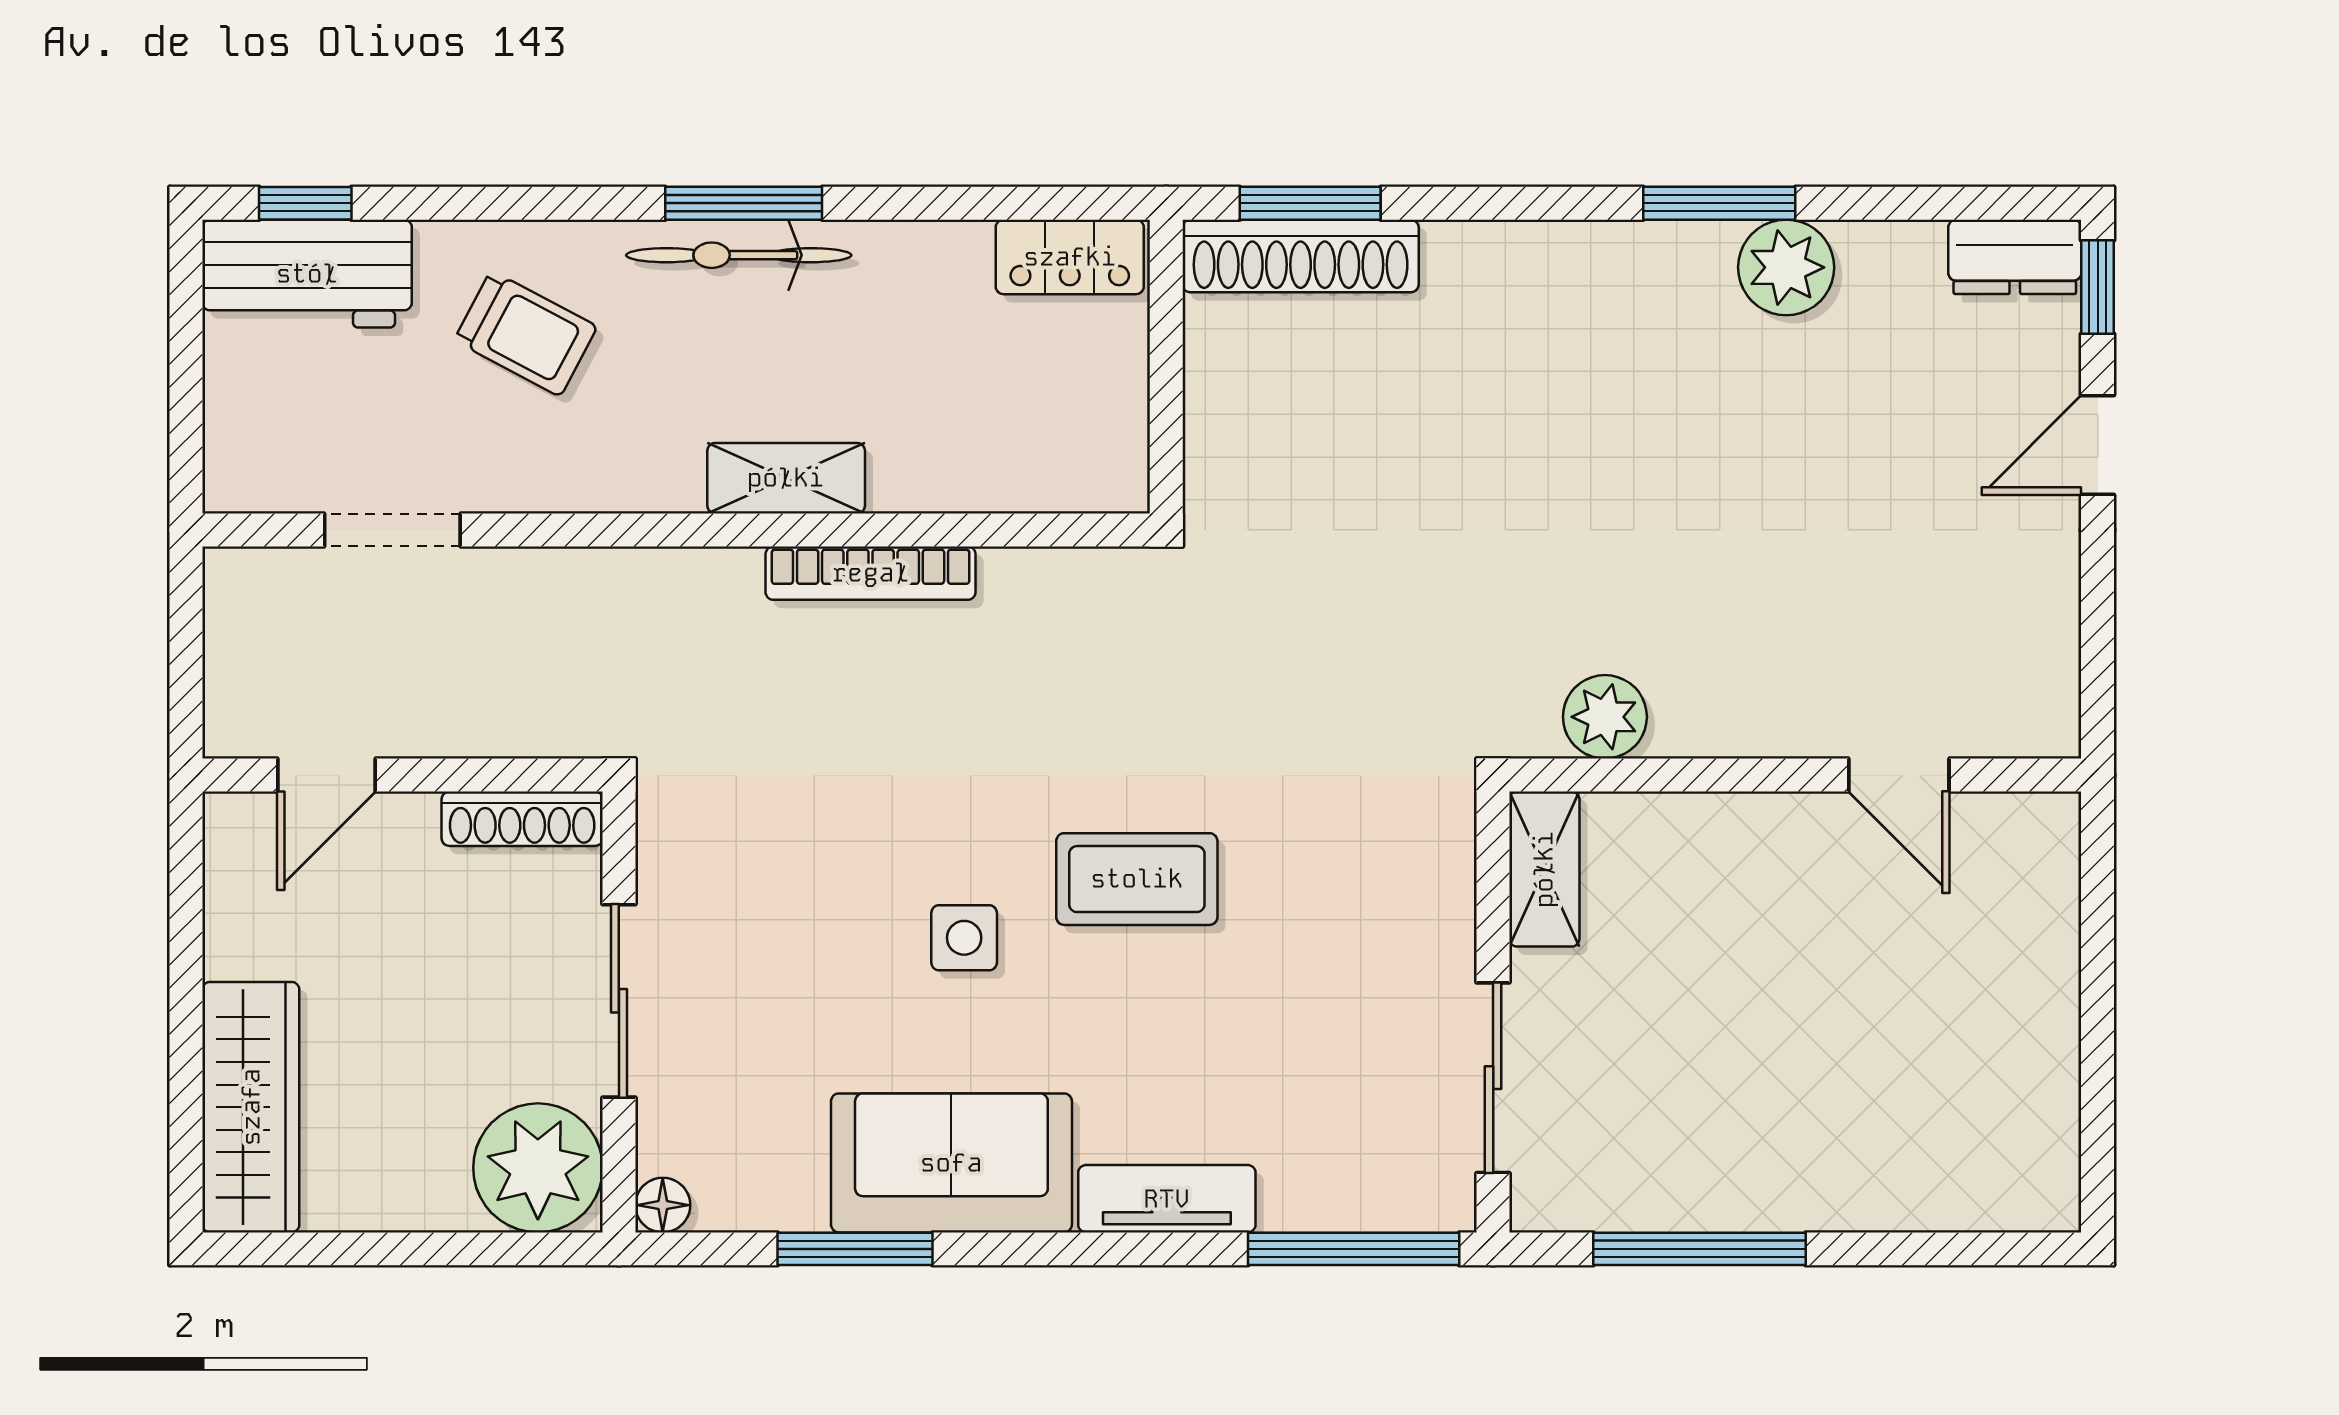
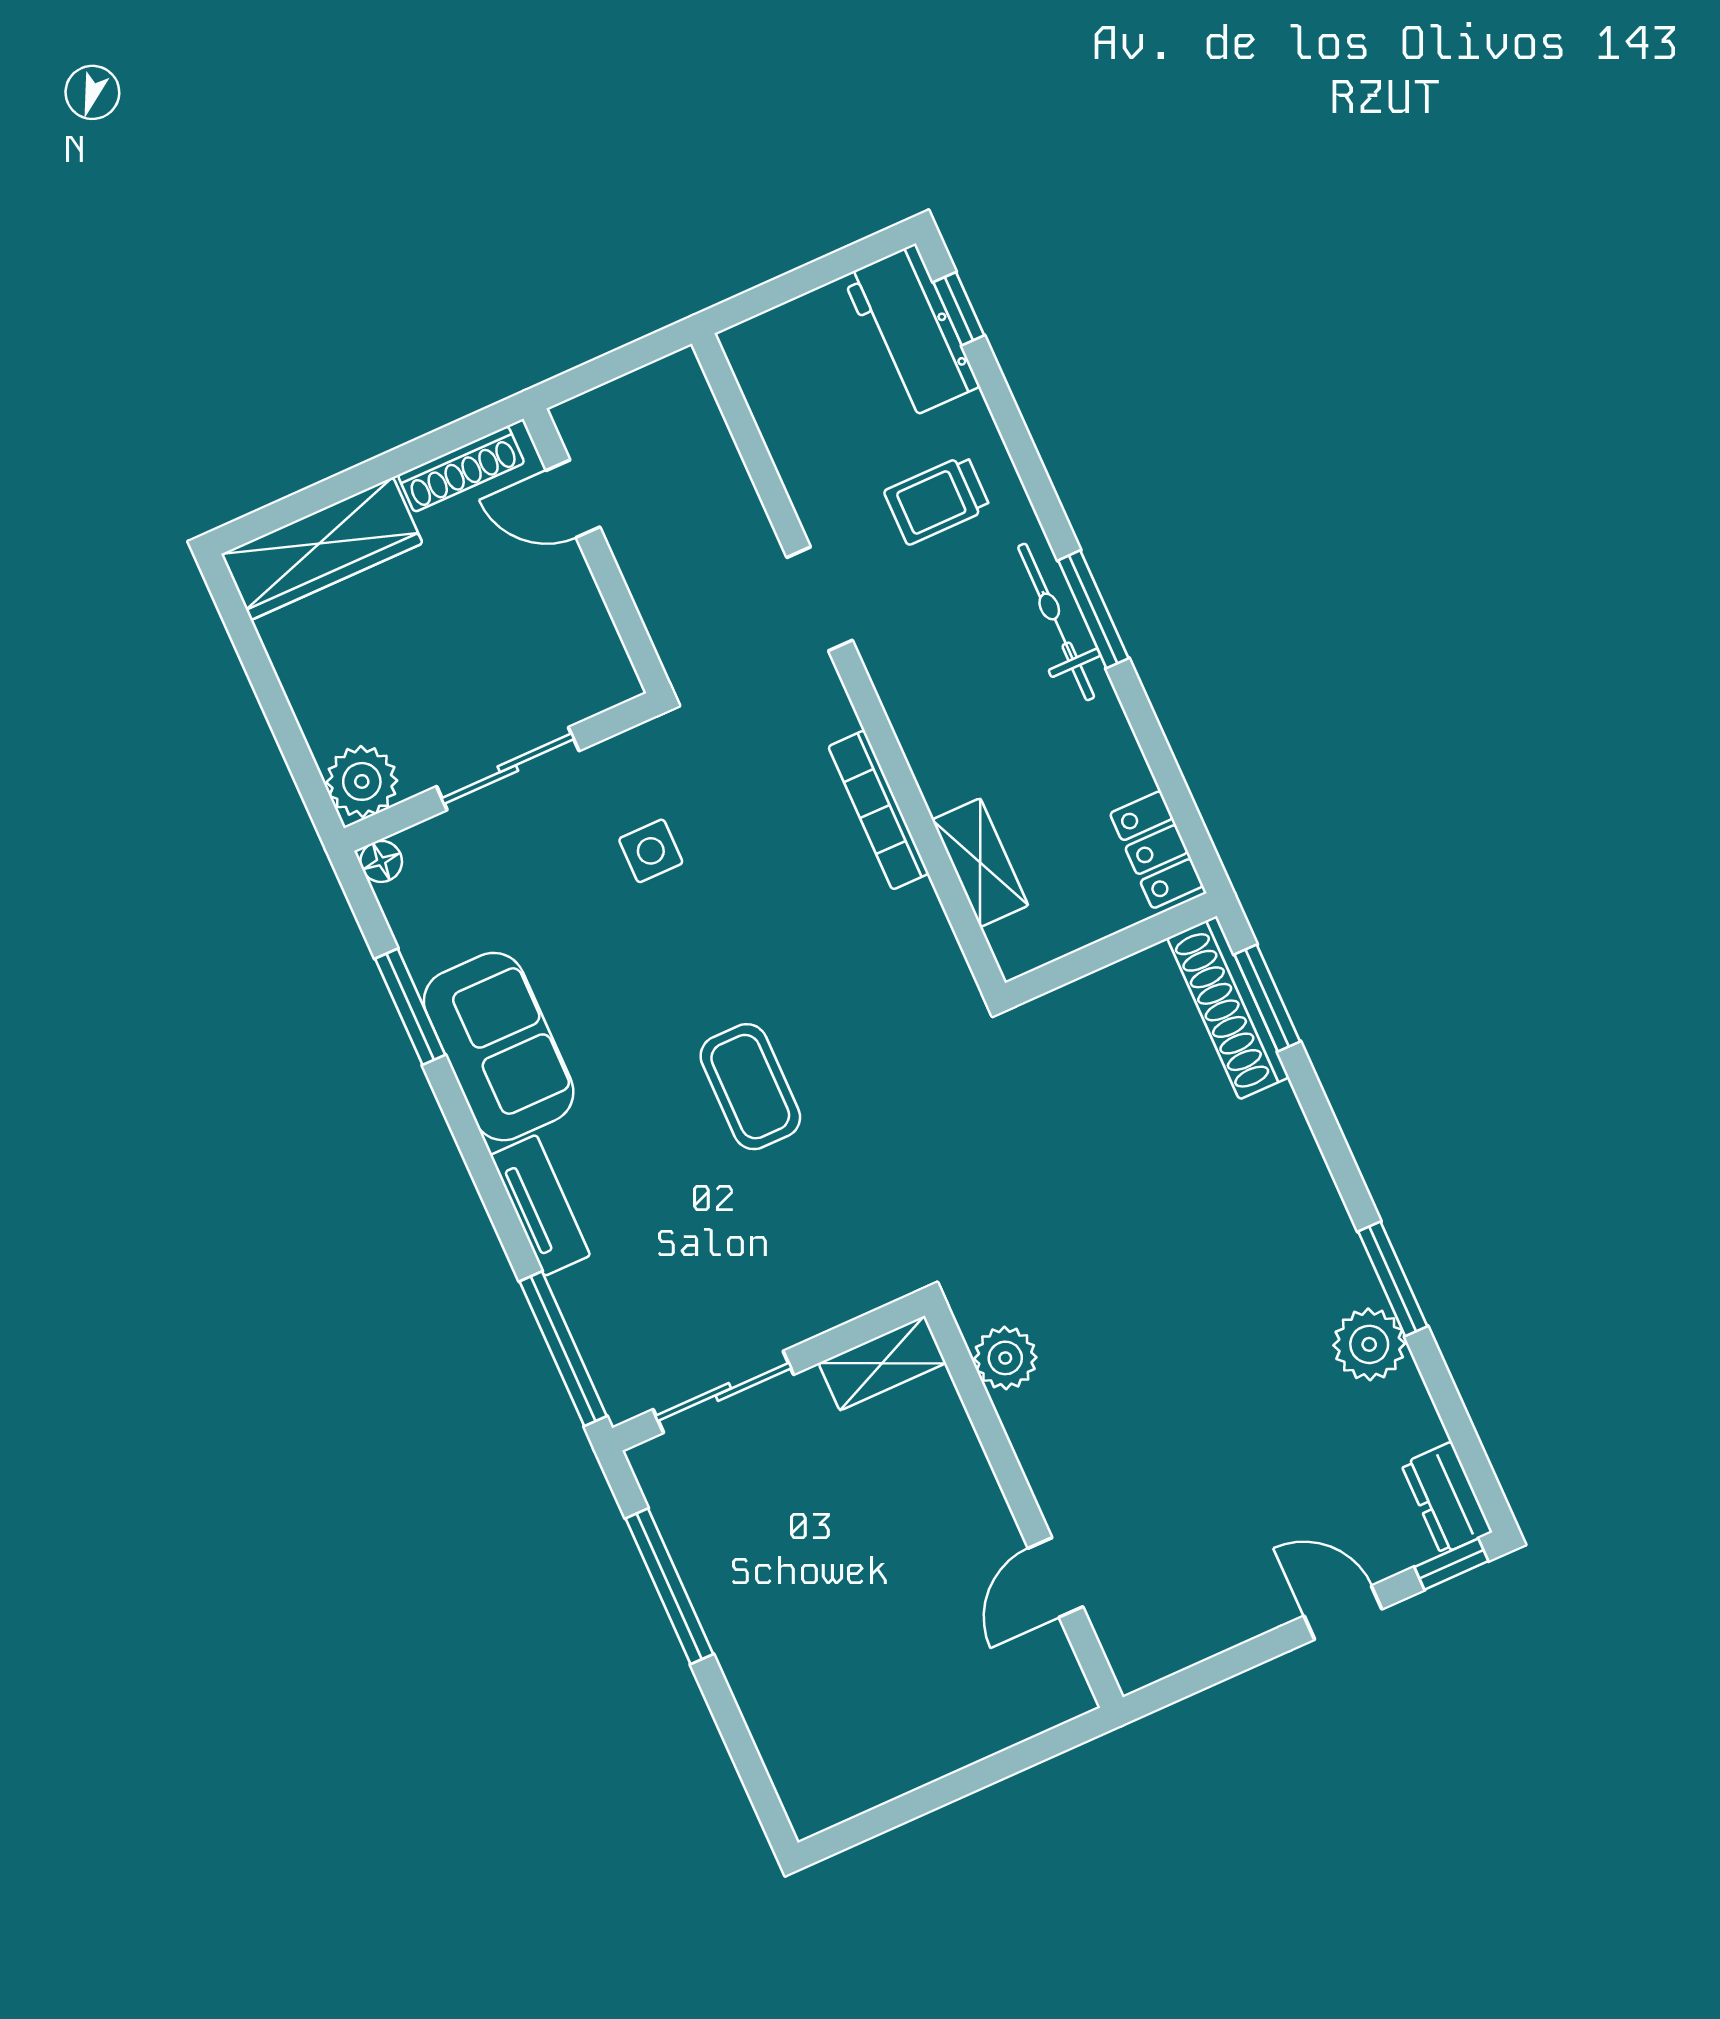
trolley: (526, 333) -> (937, 500), turned 62
shelving: (786, 478) -> (980, 863), moved
doorway: (392, 530) -> (820, 599), moved
shoe rack: (522, 819) -> (461, 469), moved, turned -90
side table: (964, 938) -> (651, 851), moved
plant: (538, 1168) -> (362, 781), width x0.73, depth x0.73

